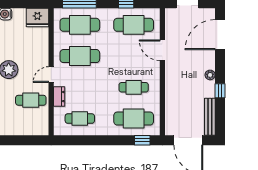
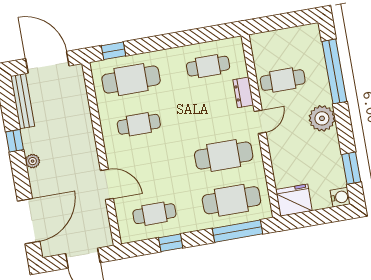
cafe table: (134, 25) -> (154, 214), width x0.73, depth x0.74

